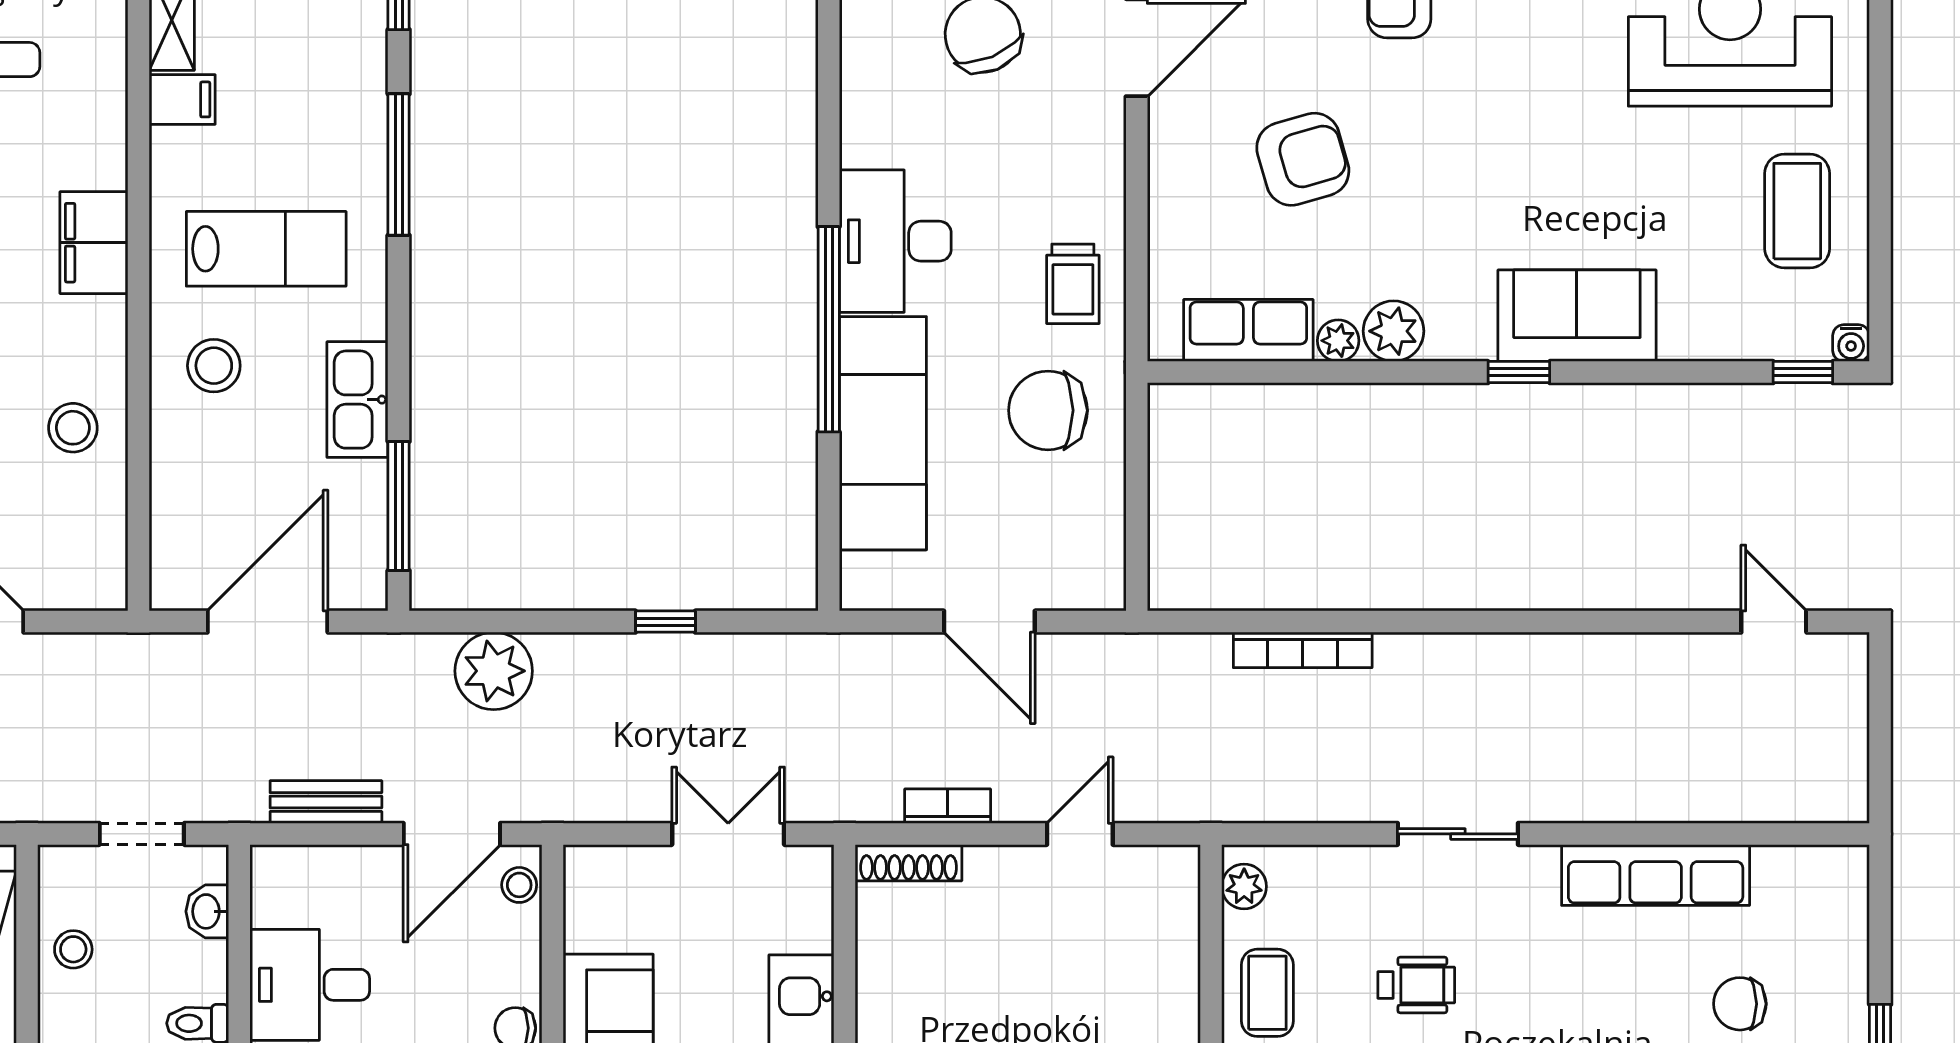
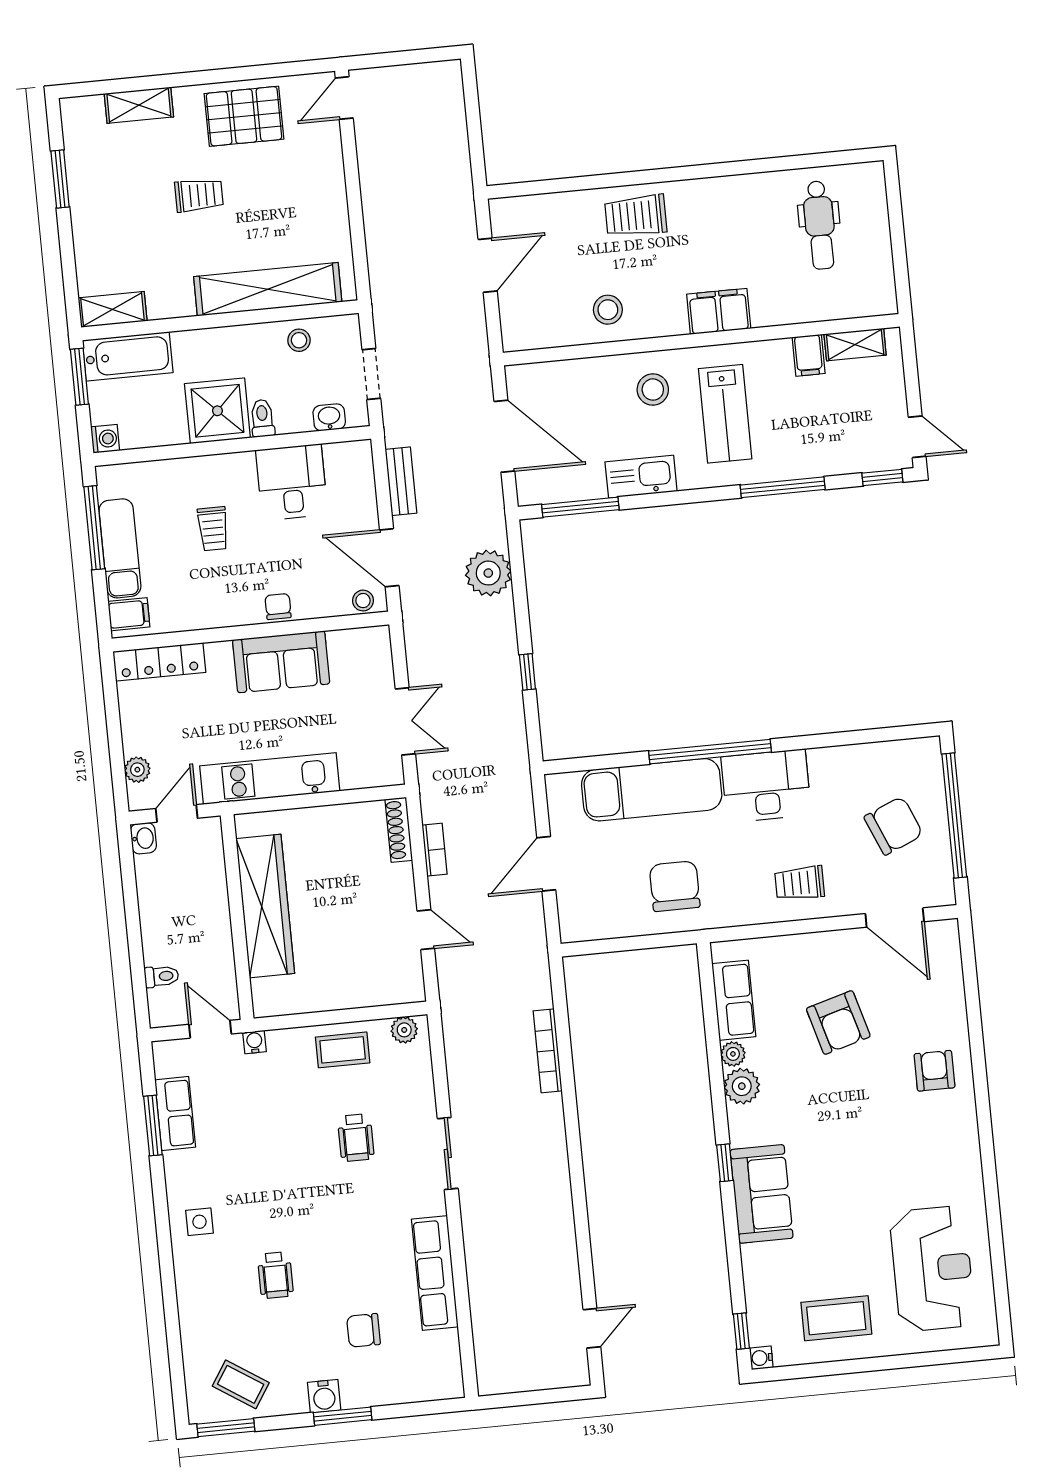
trolley: (1073, 284) -> (799, 883), moved
chair: (1740, 1004) -> (364, 1330), turned -90

